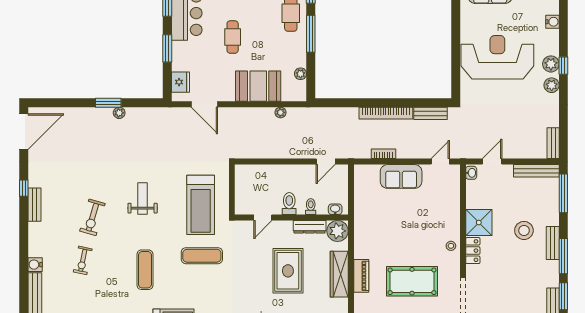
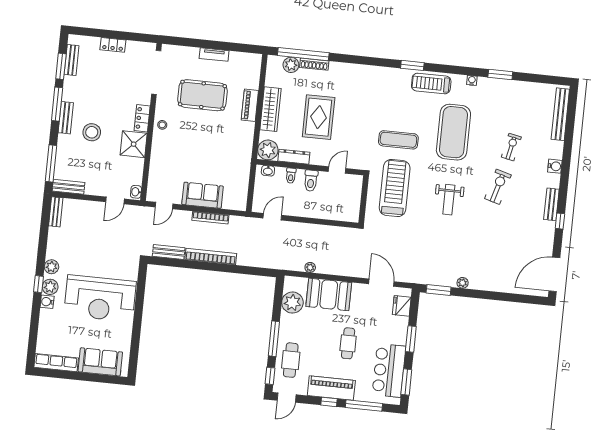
water cooler: (552, 22) -> (47, 302), moved
plant: (301, 74) -> (292, 303), width x1.88, depth x1.88
window: (108, 103) -> (439, 290), moved
bookcase: (383, 154) -> (210, 218), width x1.56
bench: (536, 171) -> (69, 187), width x0.73
water cooler: (35, 265) -> (555, 166), moved
exercise mat: (145, 270) -> (453, 132), width x2.00, depth x1.45

